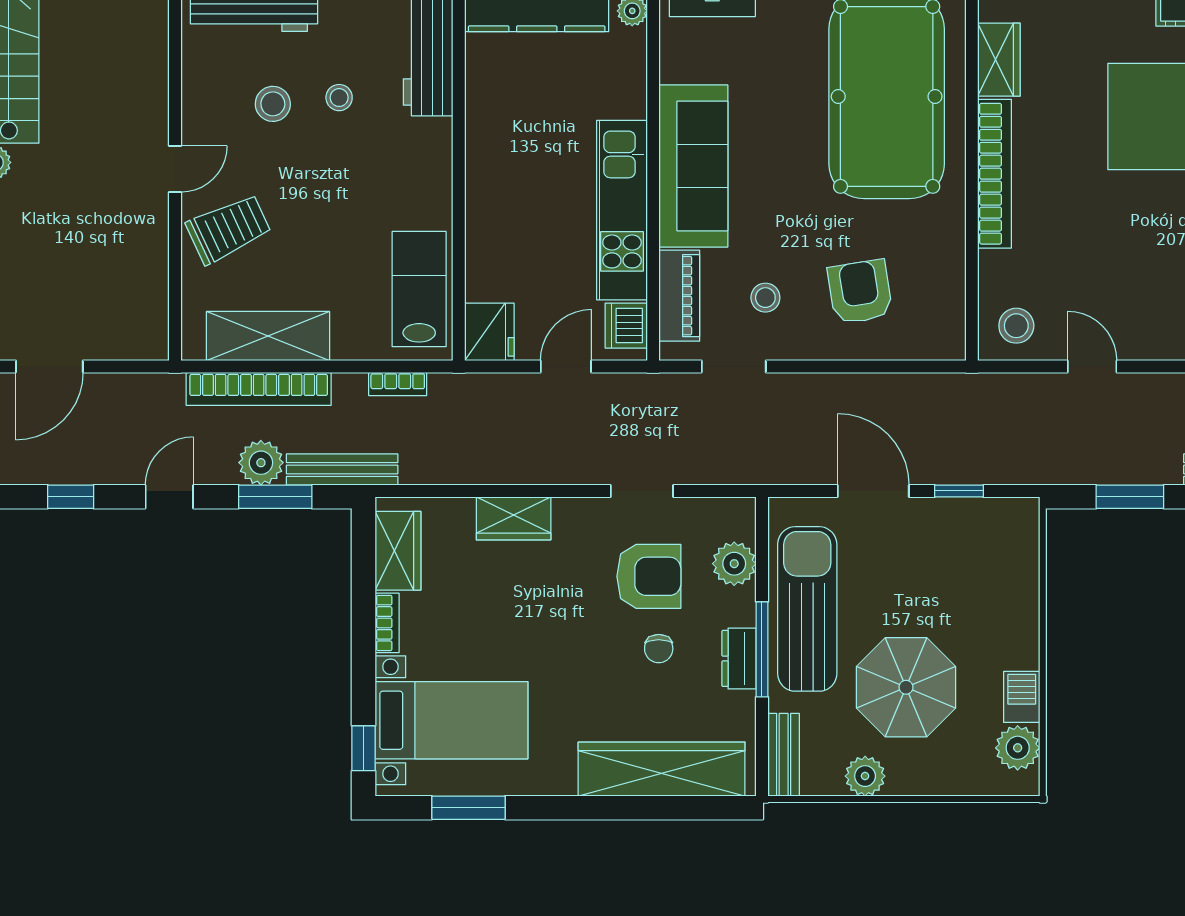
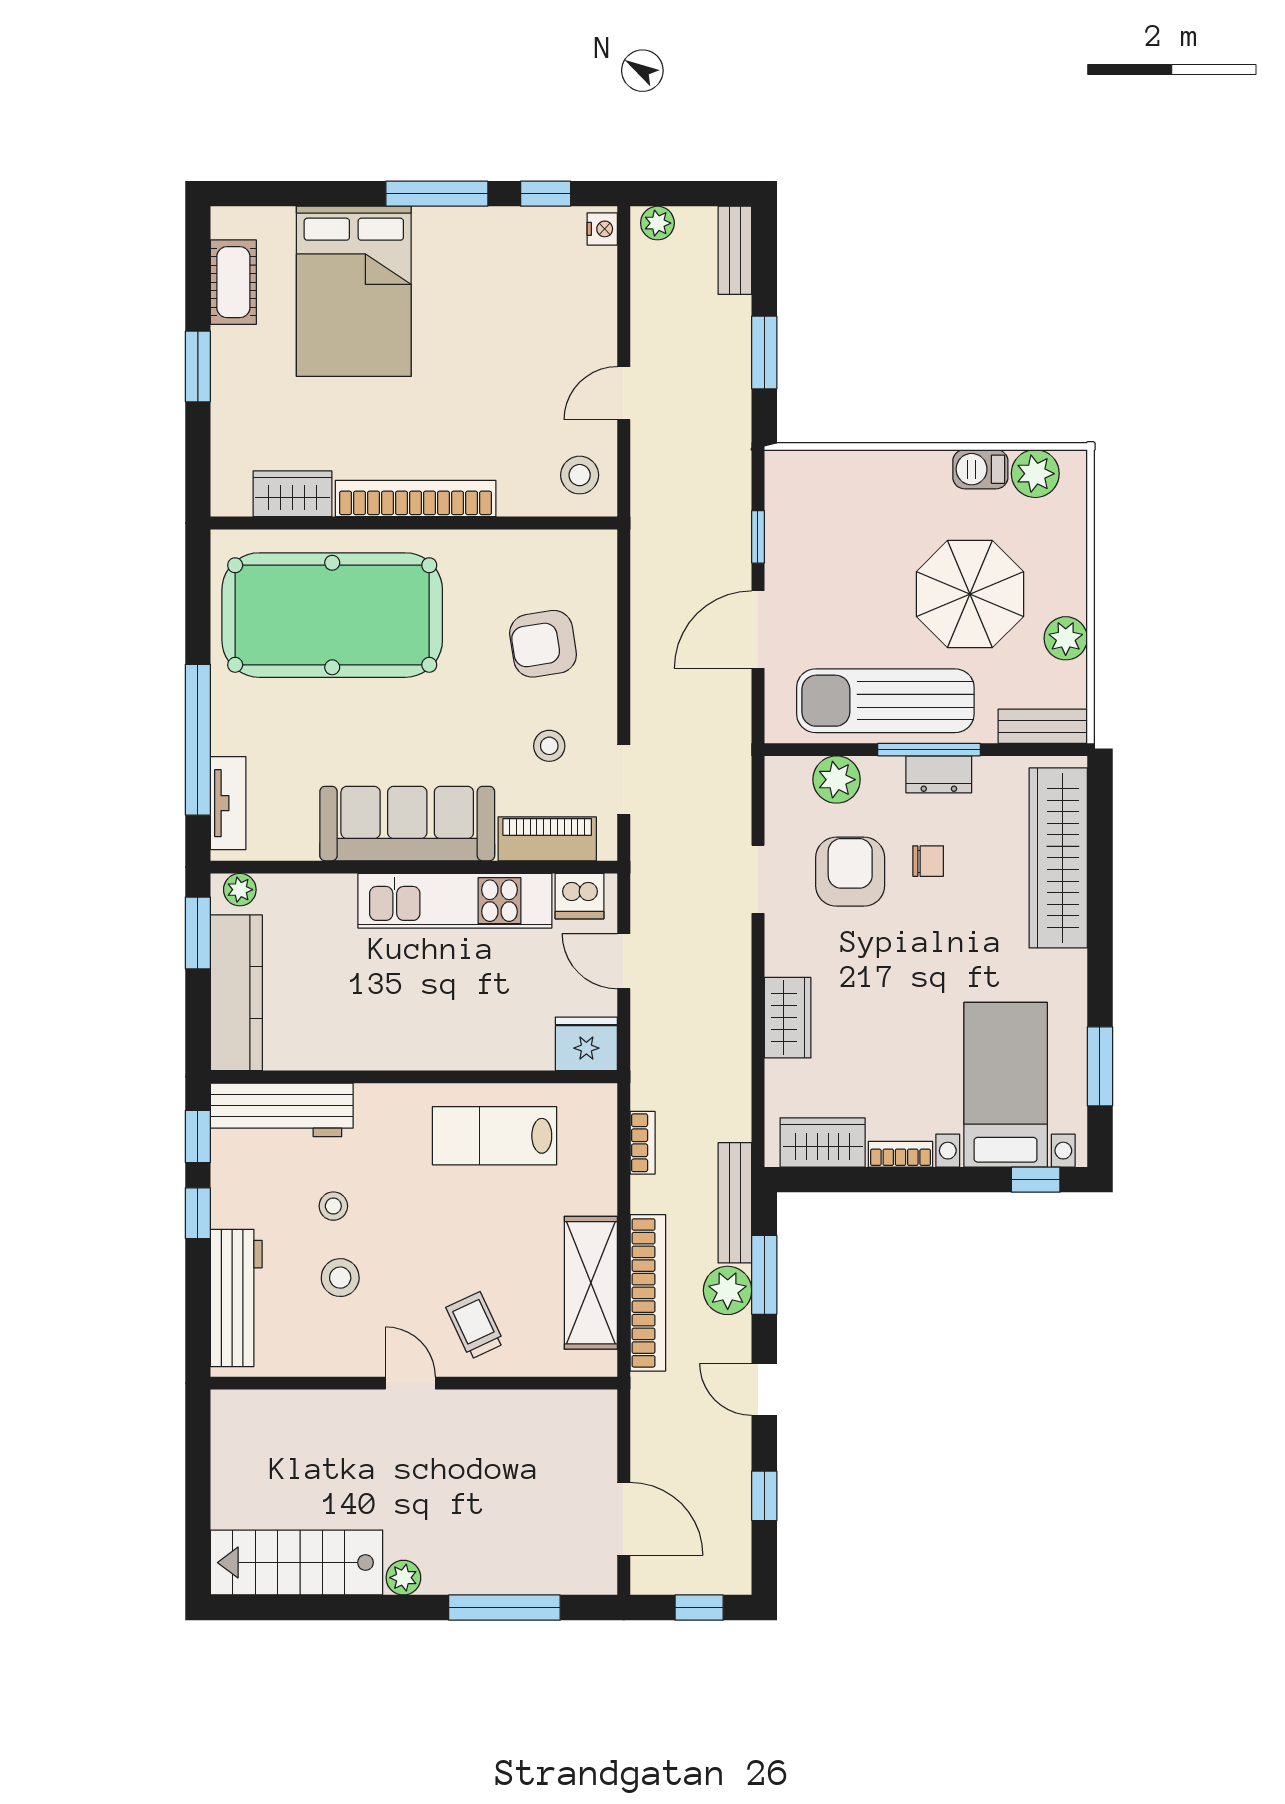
trolley: (228, 229) -> (475, 1325), width x0.73, depth x0.72
lab bench: (419, 289) -> (495, 1136), moved

